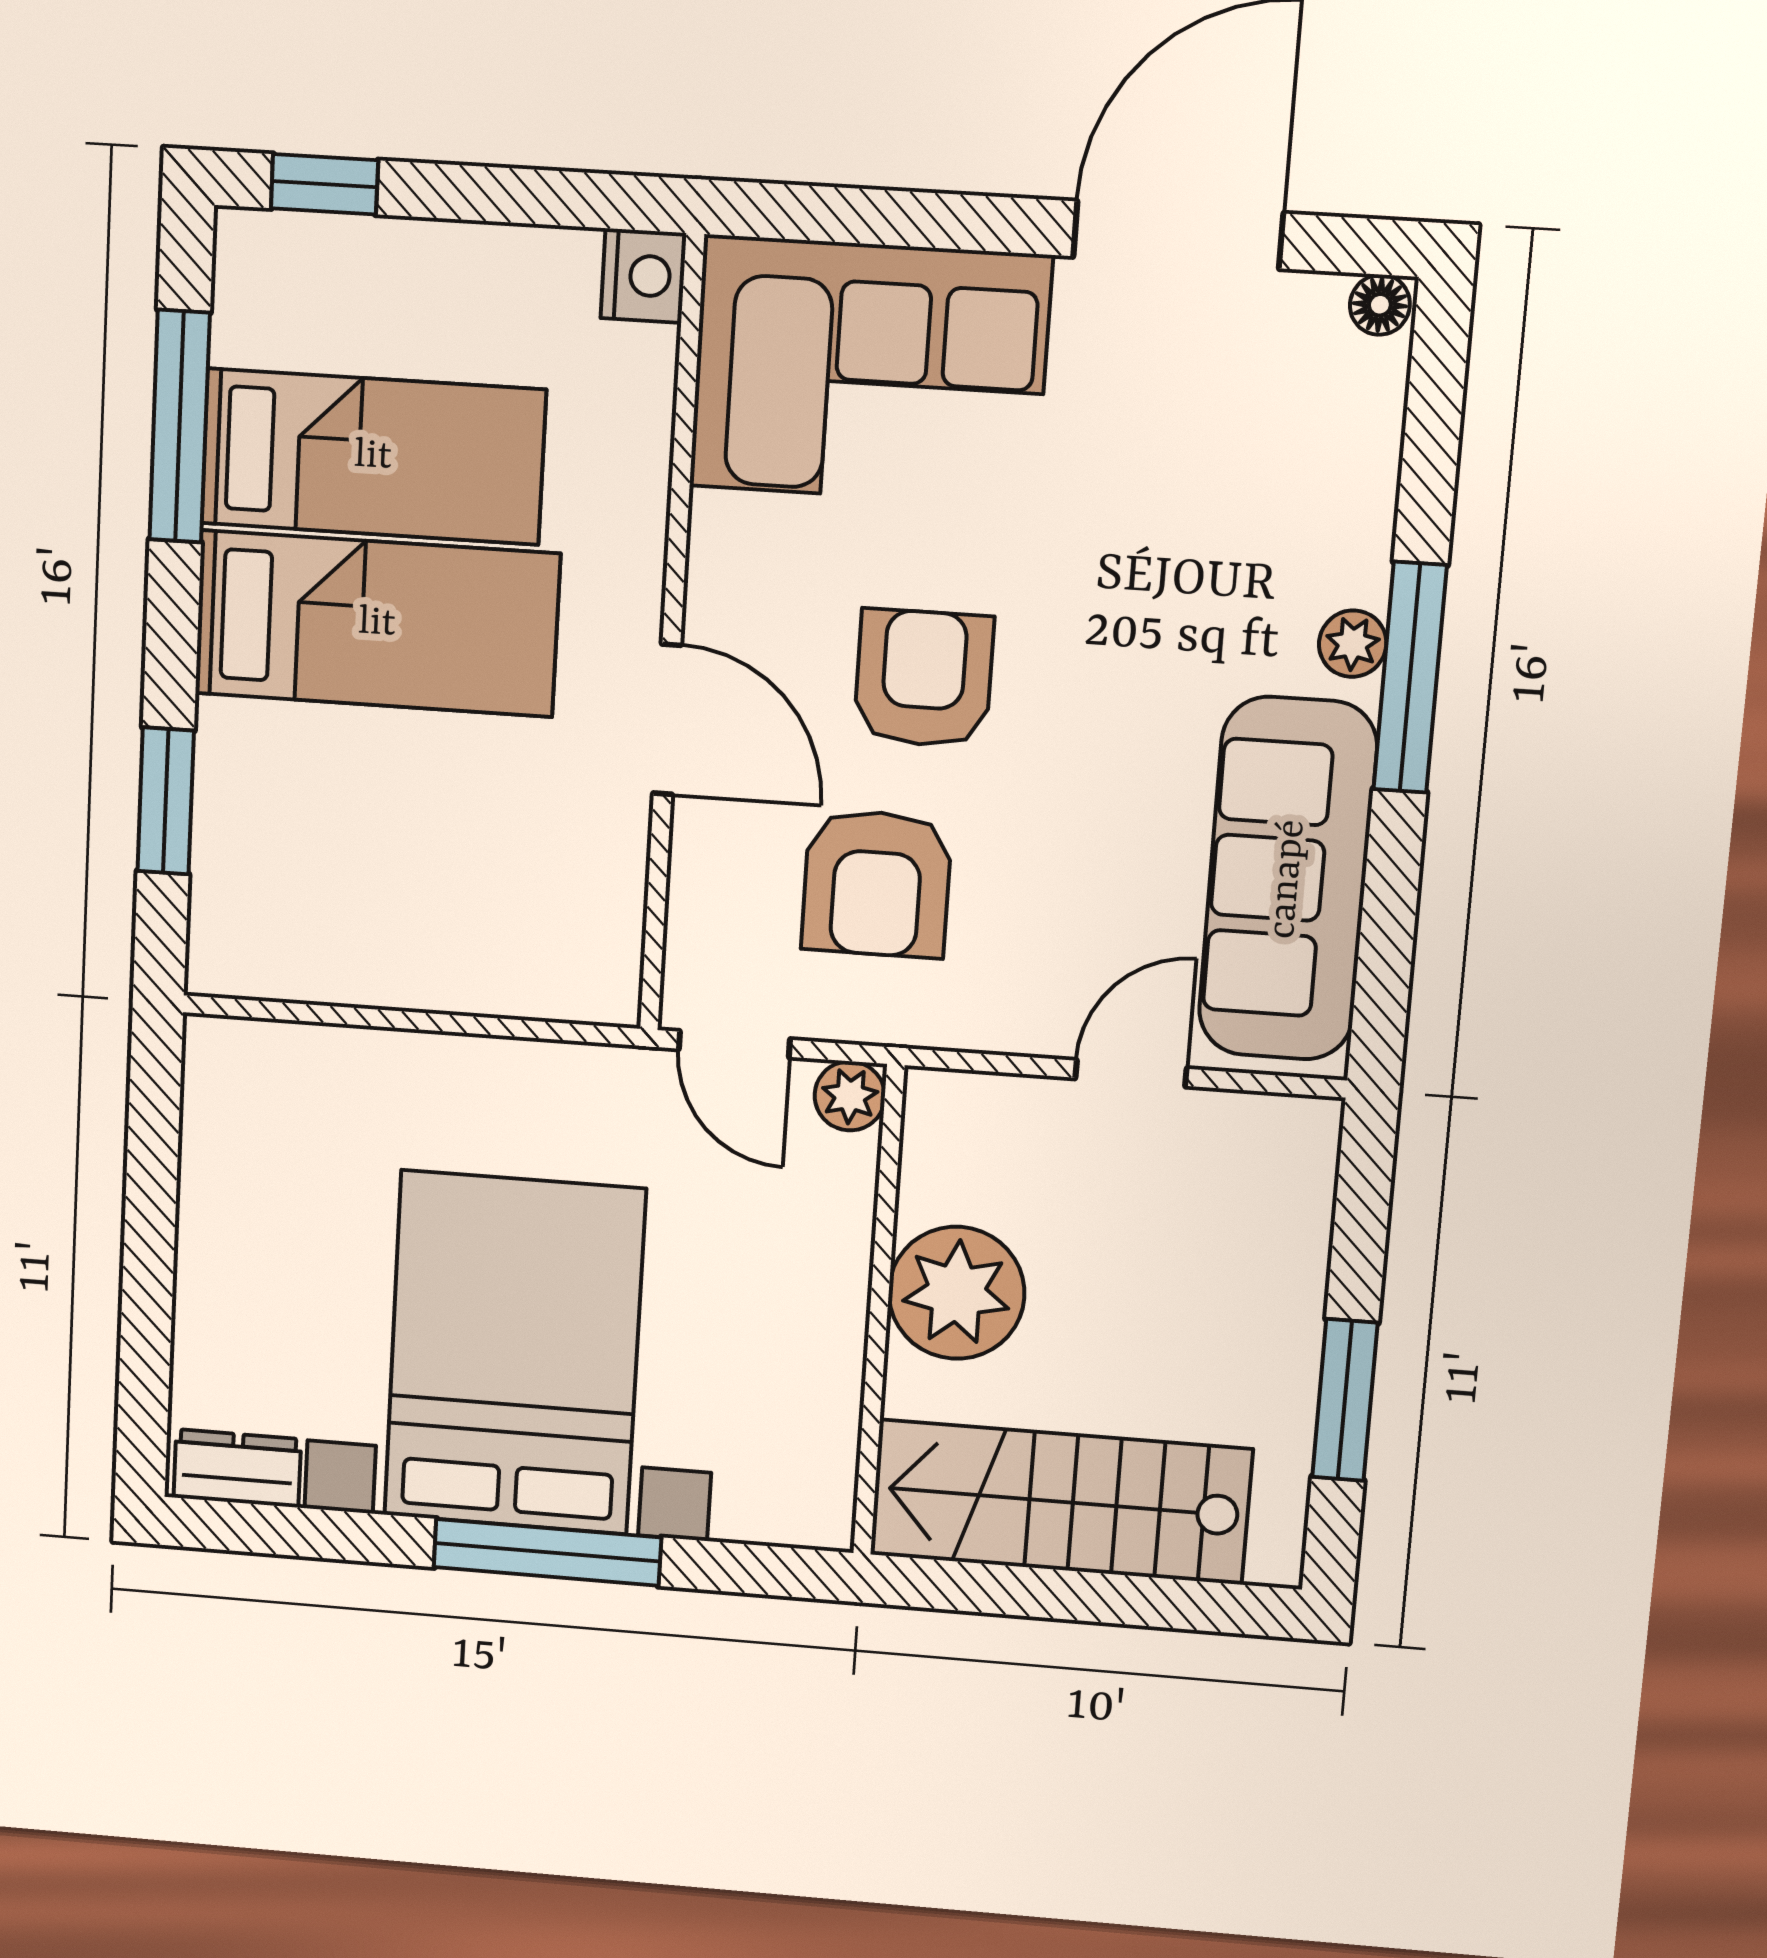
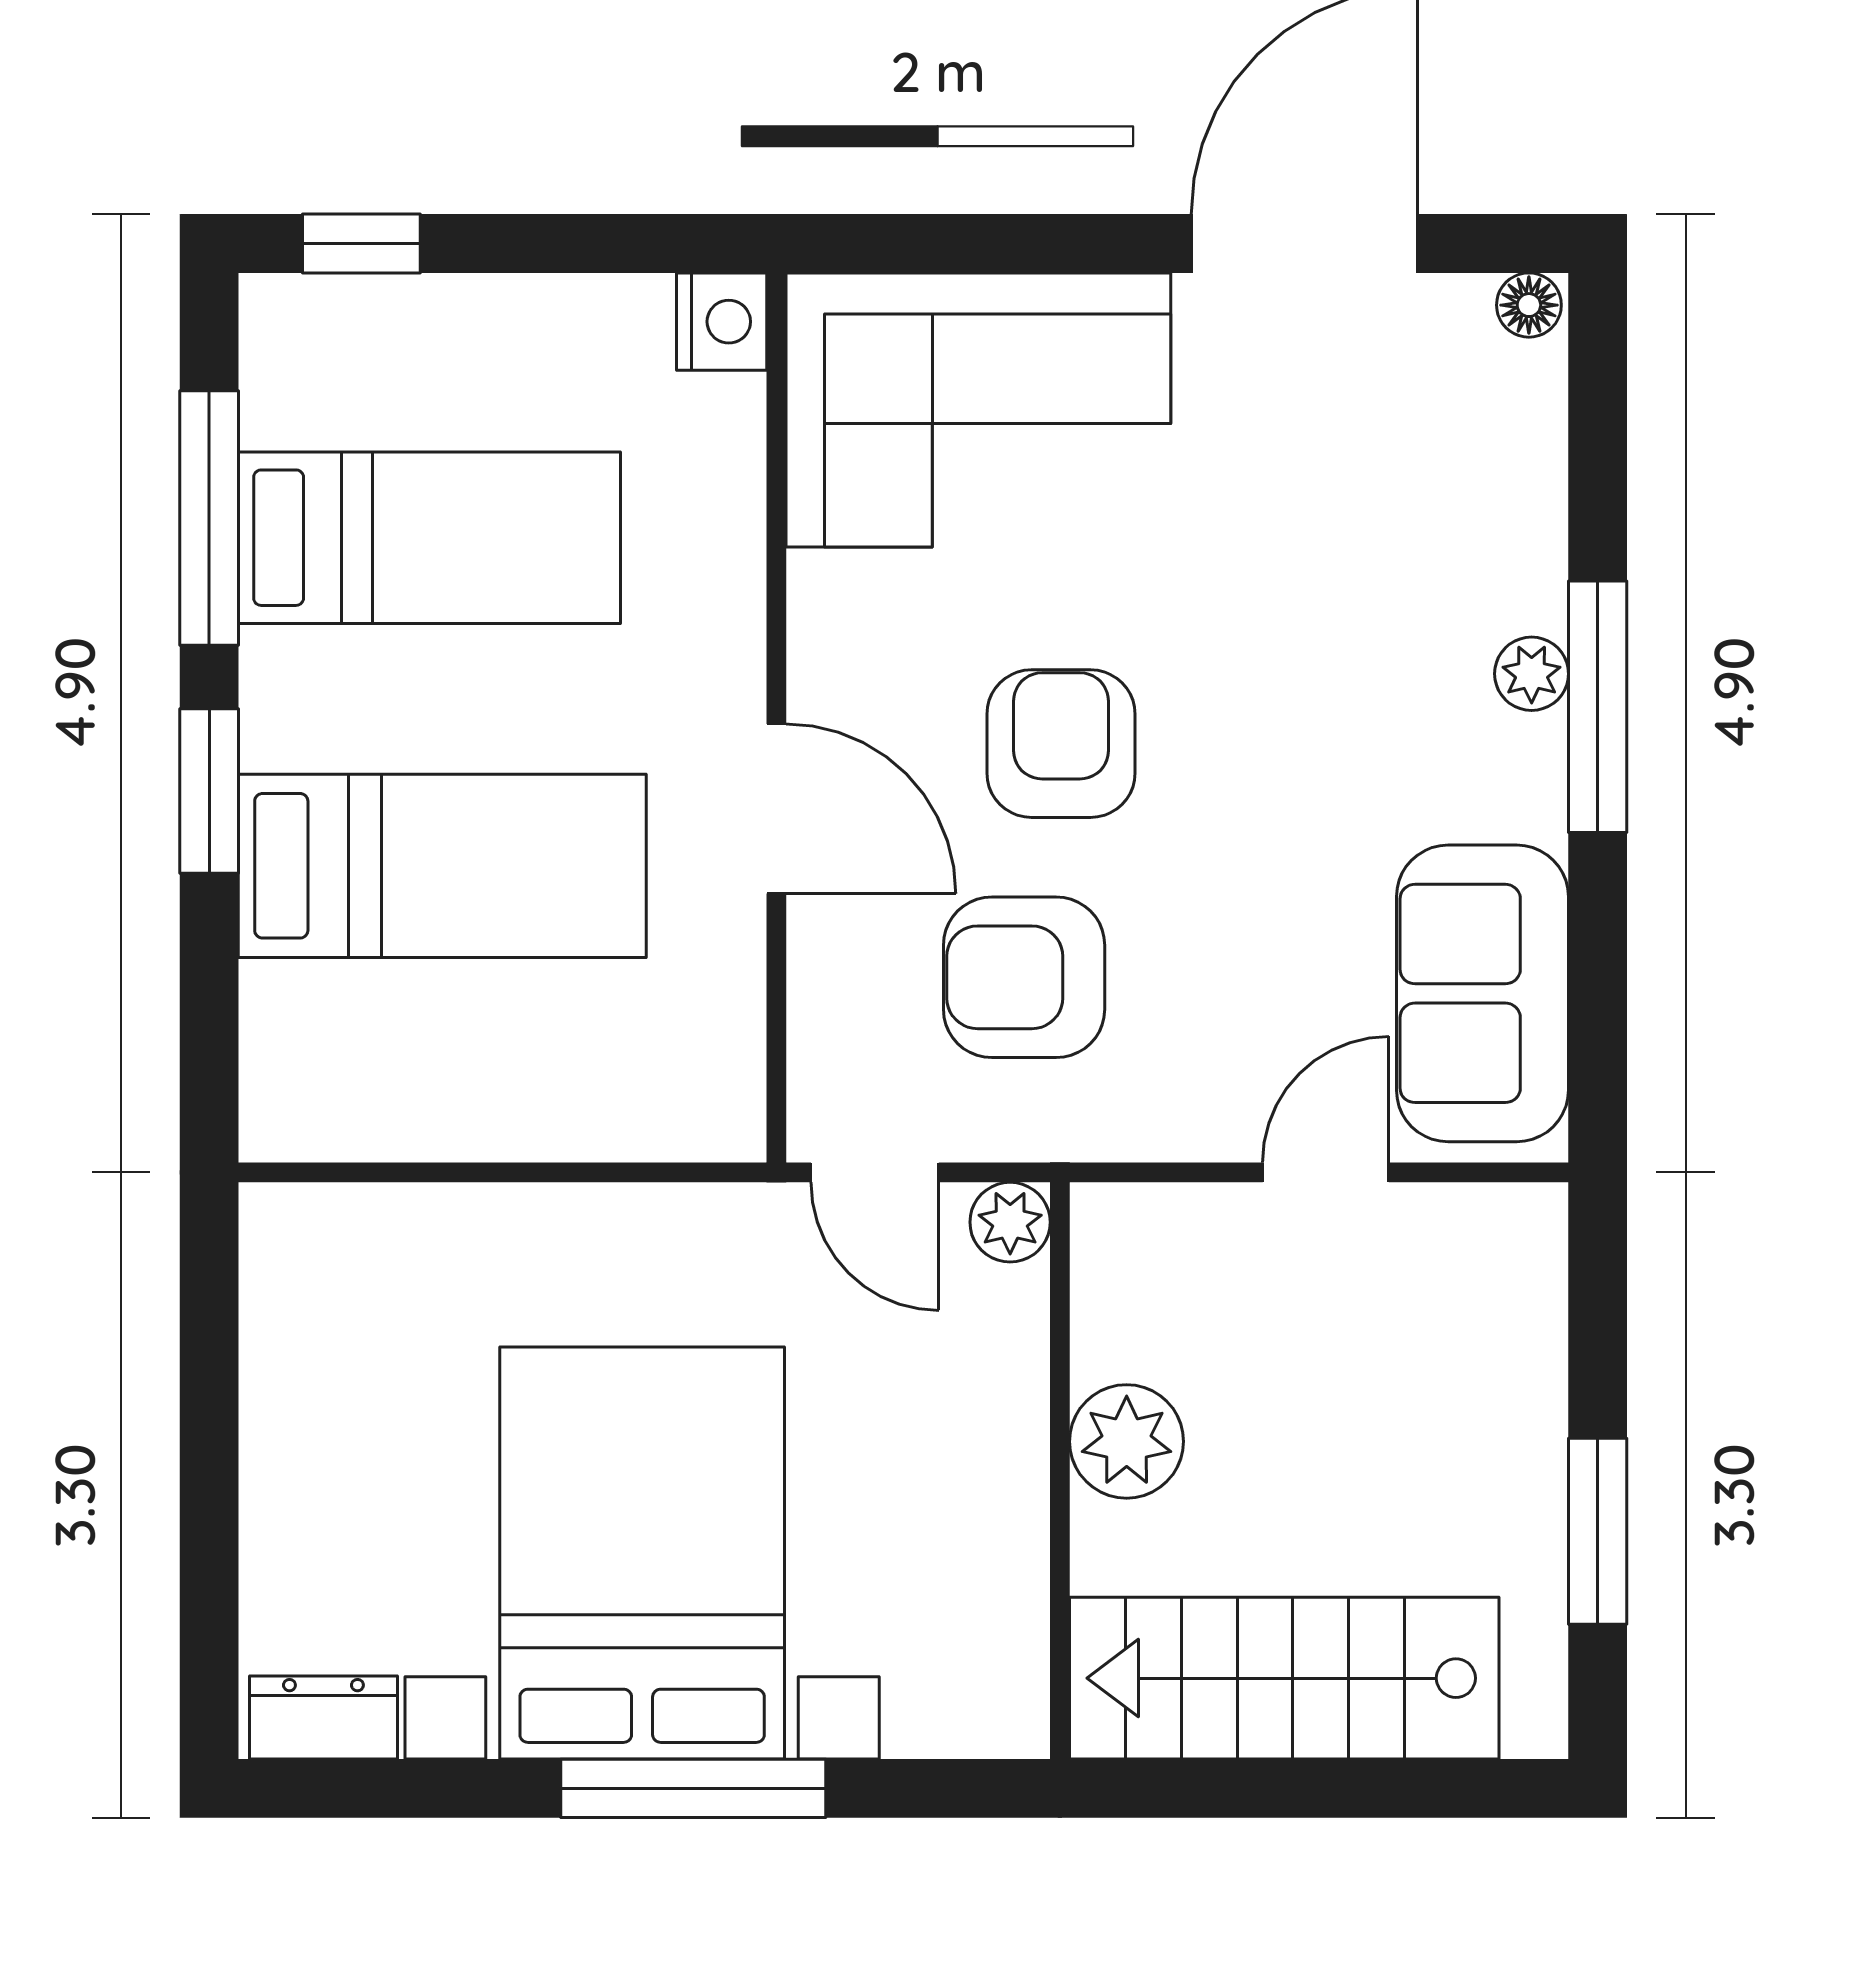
bed: (377, 624) -> (442, 866), moved
window: (166, 801) -> (209, 791), moved
sofa: (1288, 879) -> (1482, 993), width x0.73
armchair: (877, 883) -> (1024, 977), turned 90
plant: (956, 1293) -> (1127, 1441), width x0.73, depth x0.73

